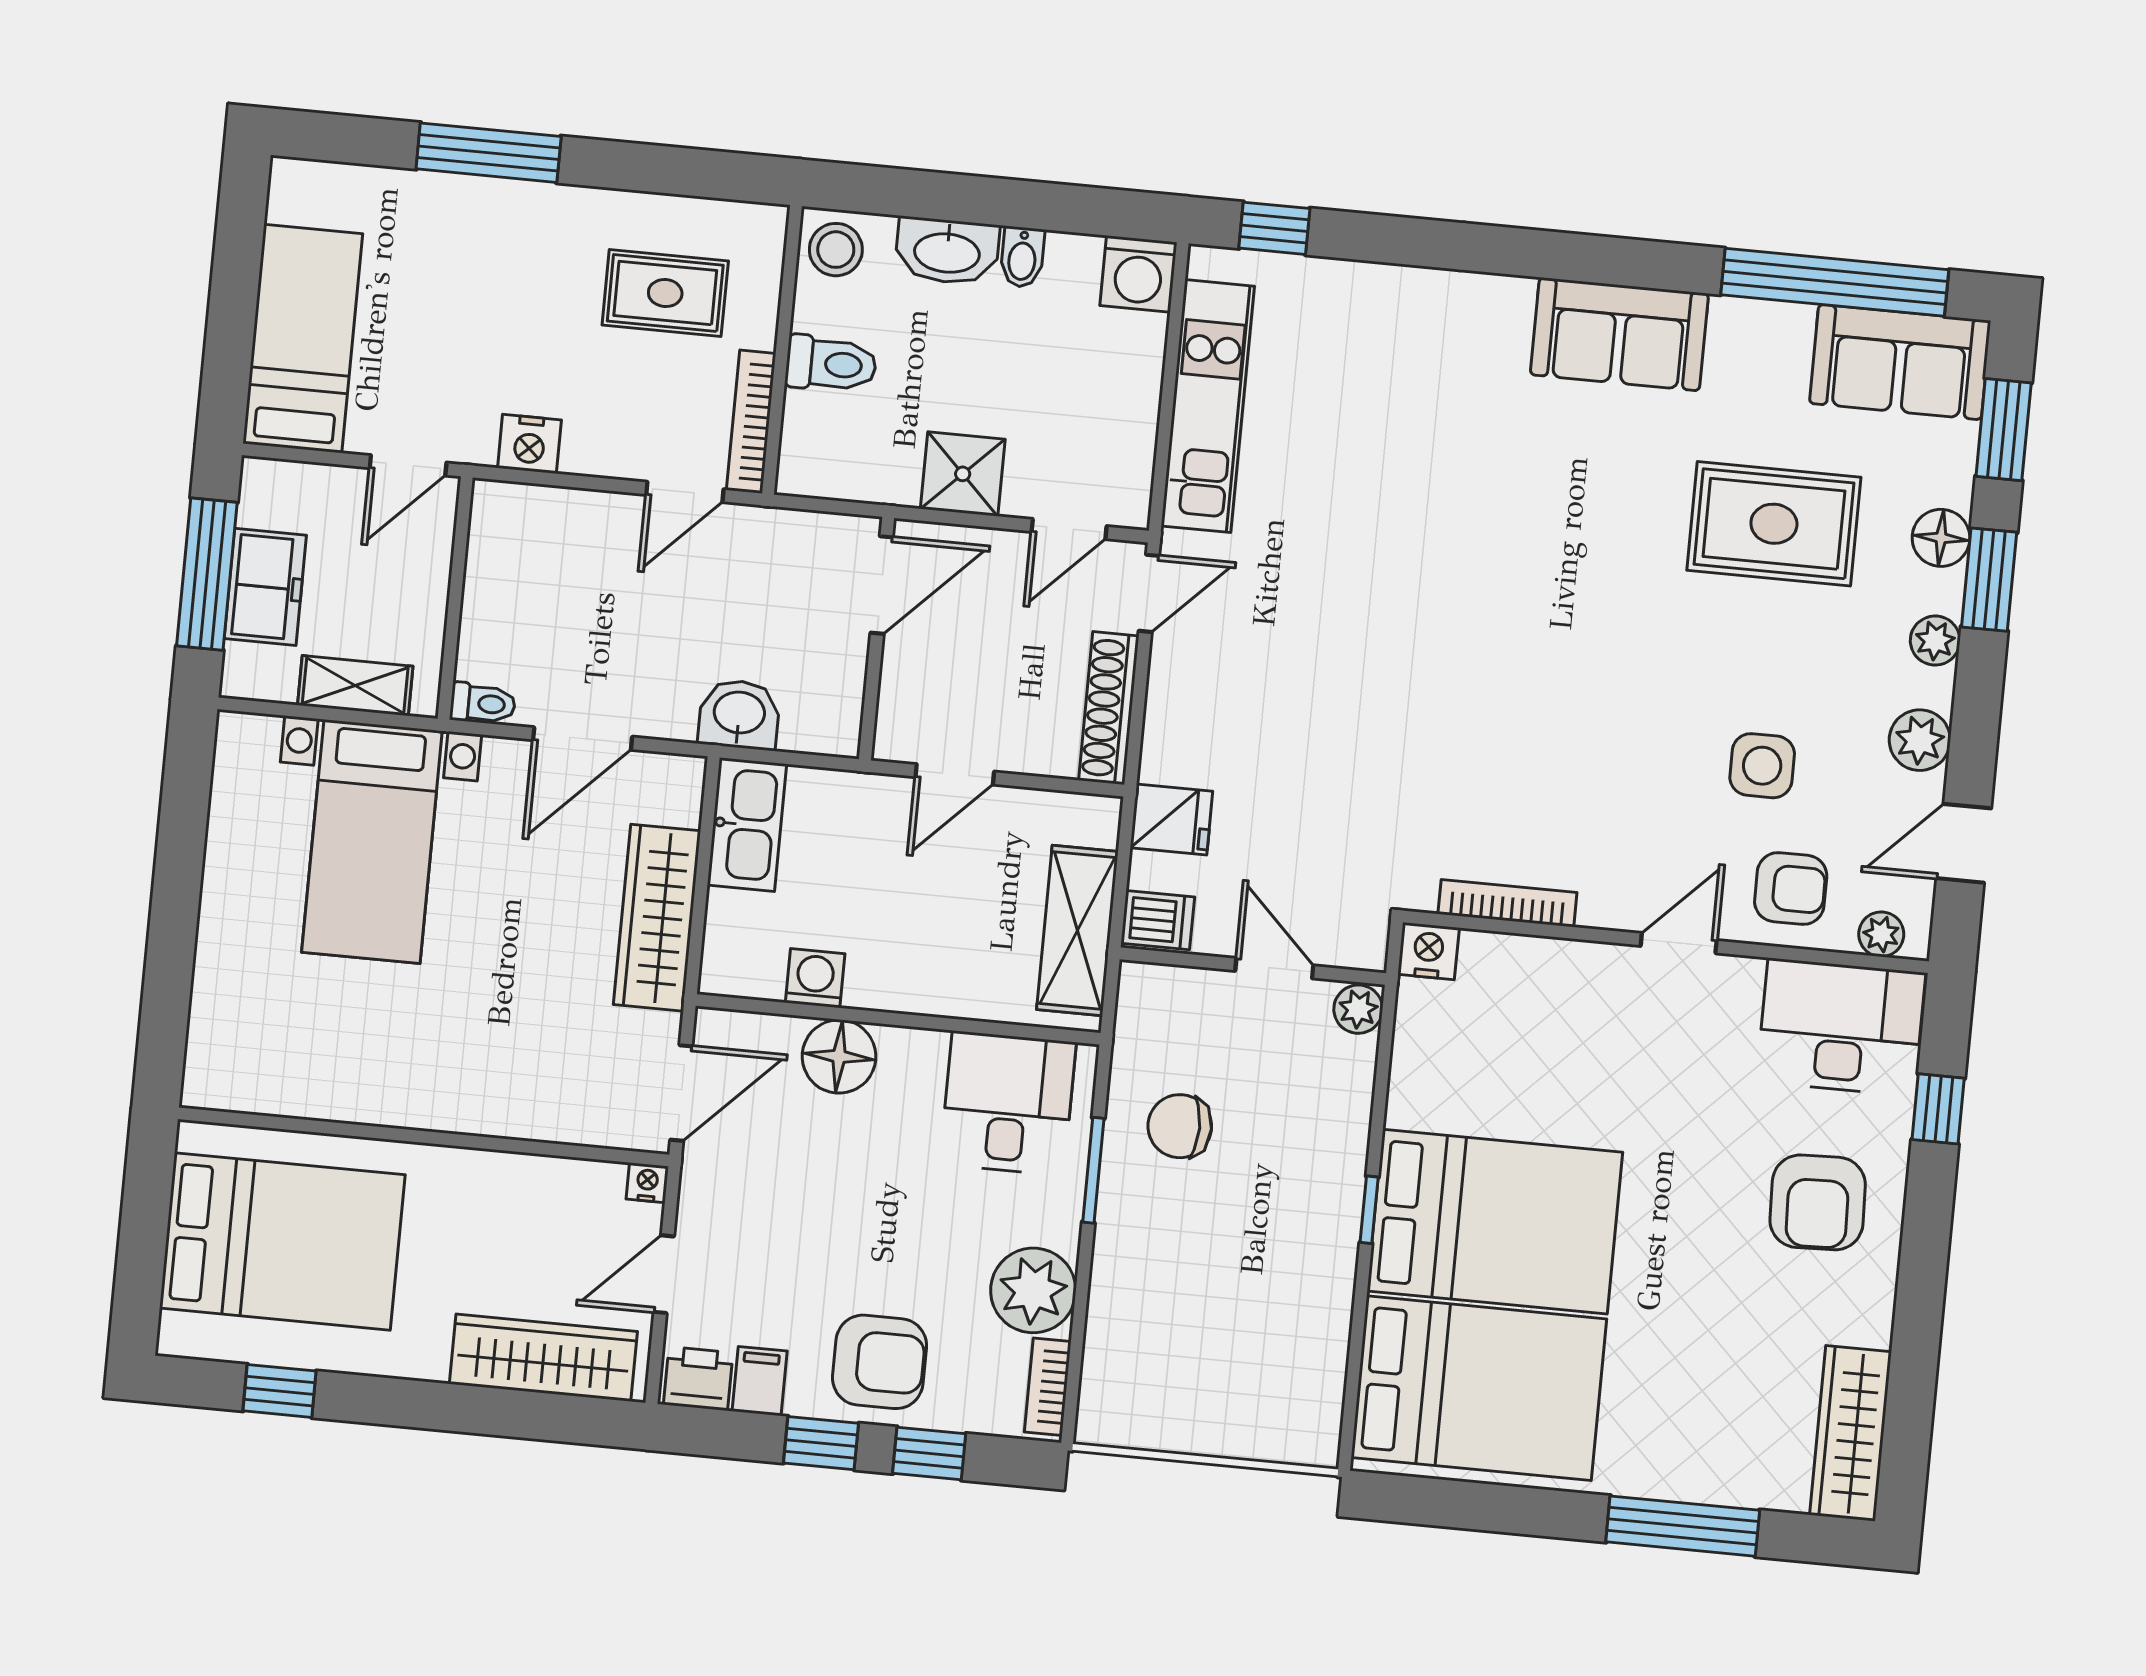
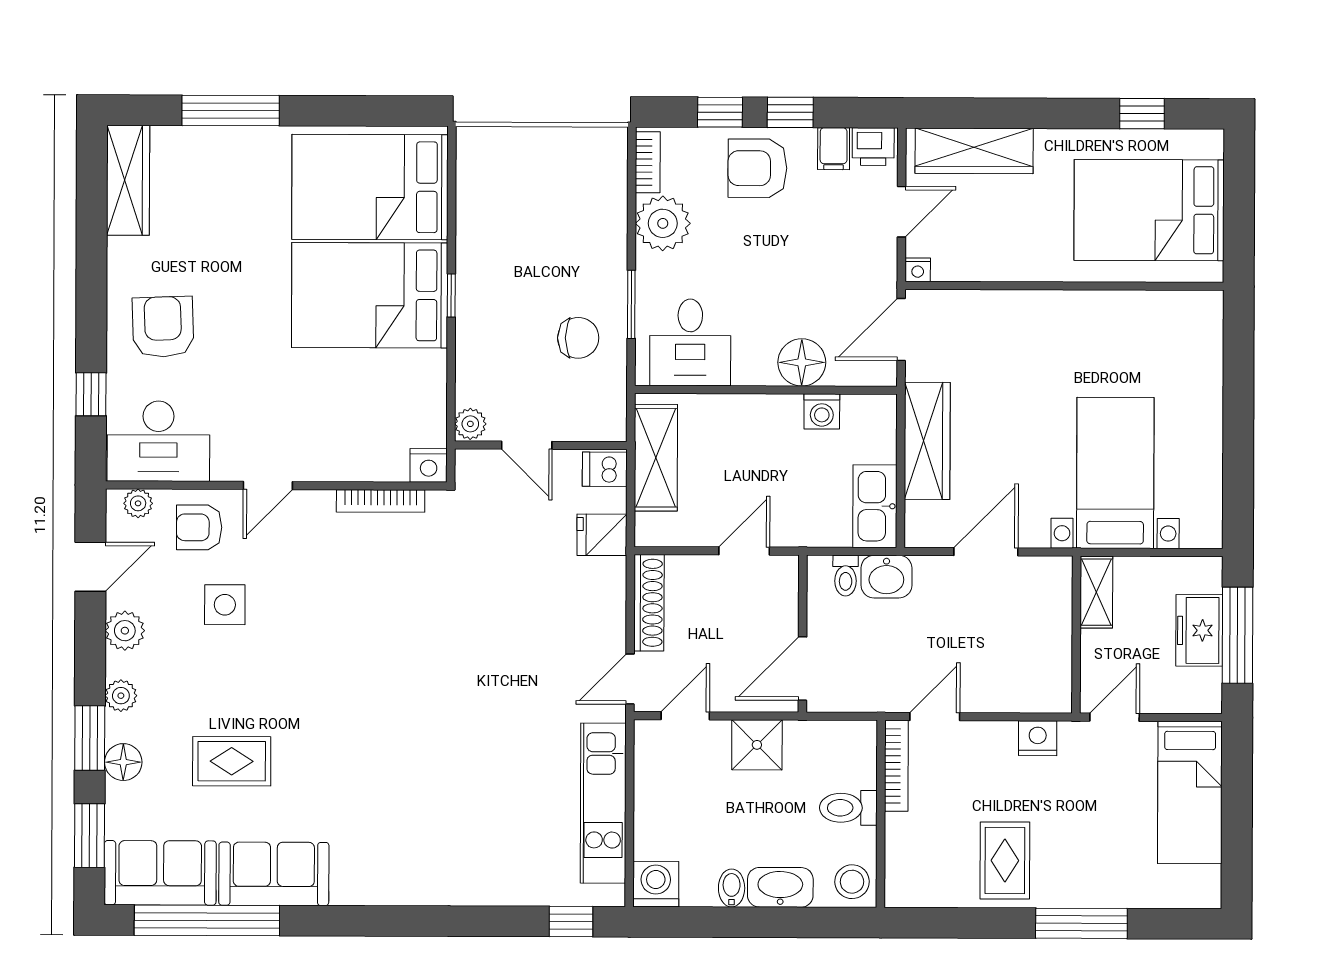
rug: (665, 293) -> (1005, 860), moved, turned 90
sofa: (1619, 334) -> (274, 874), moved
rug: (1774, 524) -> (232, 761), width x0.73, depth x0.70
shelving: (355, 686) -> (1096, 592), moved, turned 90
toilet: (483, 703) -> (846, 576), moved, turned -90

